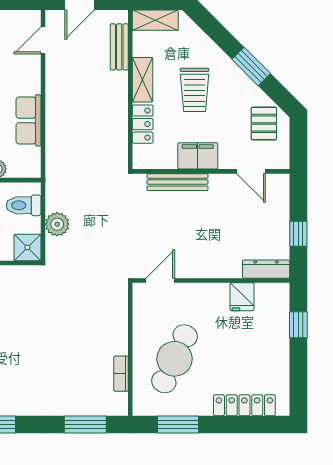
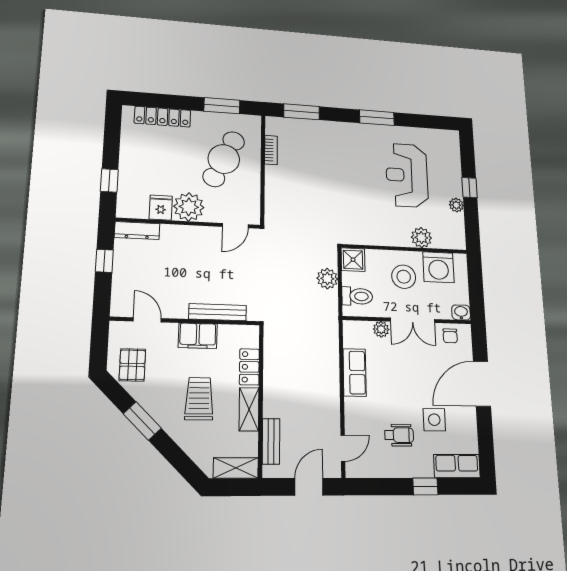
plant: (212, 299) -> (189, 207), added

